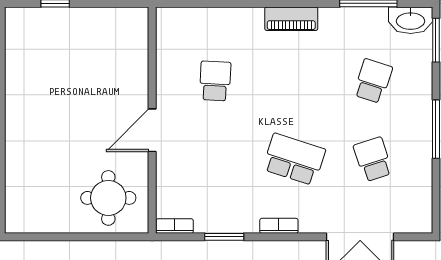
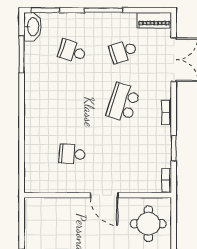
piano: (291, 19) -> (154, 20), moved, turned 90

